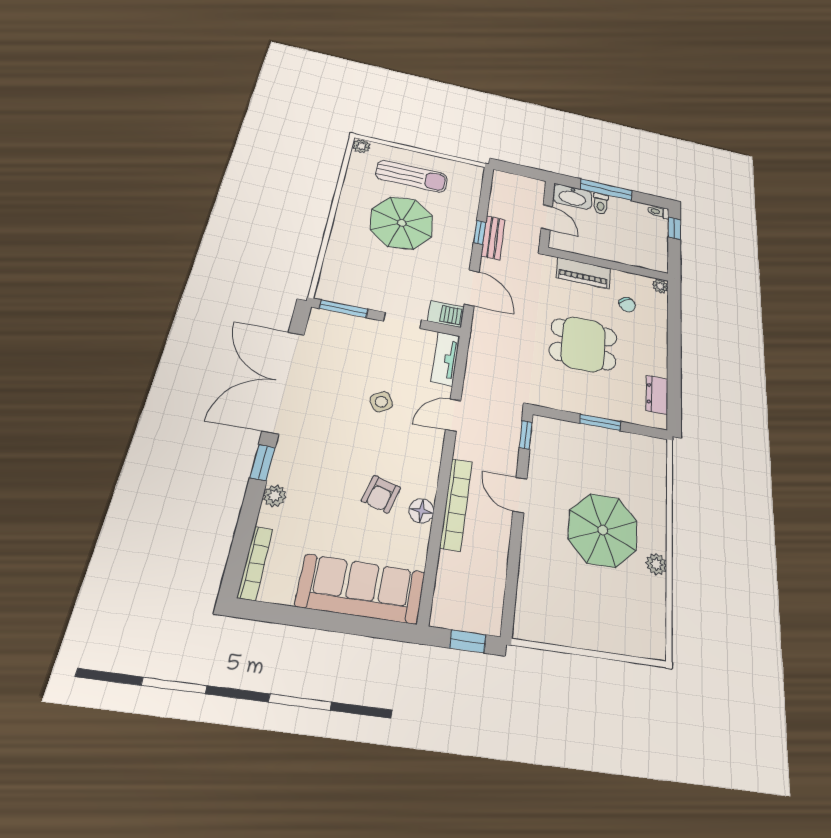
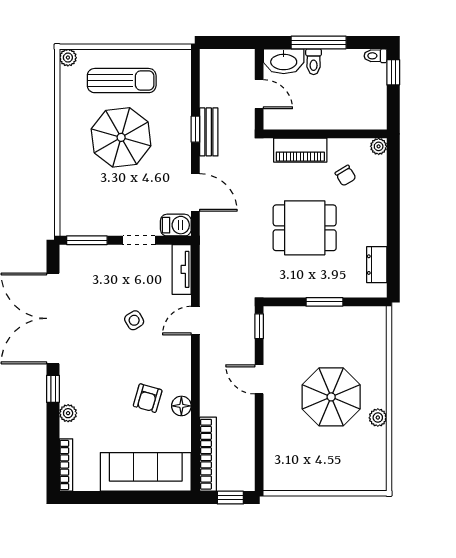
bookcase: (456, 504) -> (208, 454), moved

